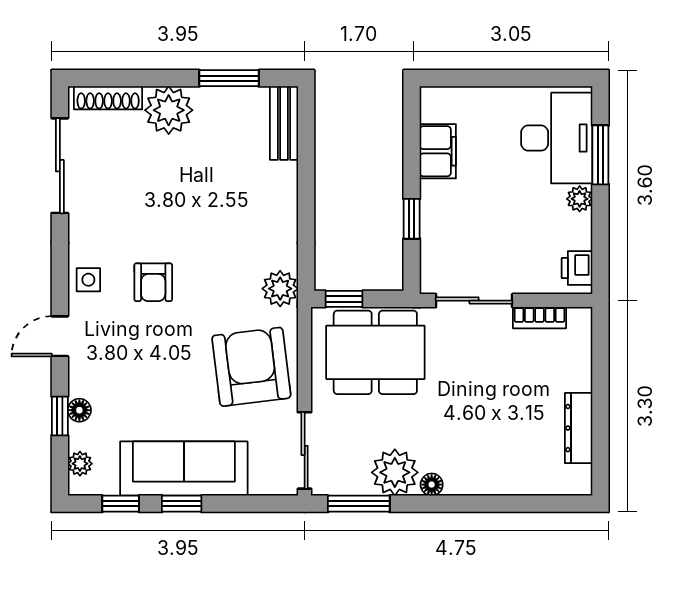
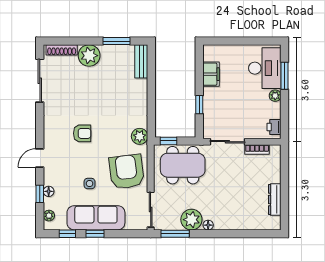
side table: (88, 280) -> (90, 184), moved
armchair: (153, 282) -> (82, 133), turned -90

